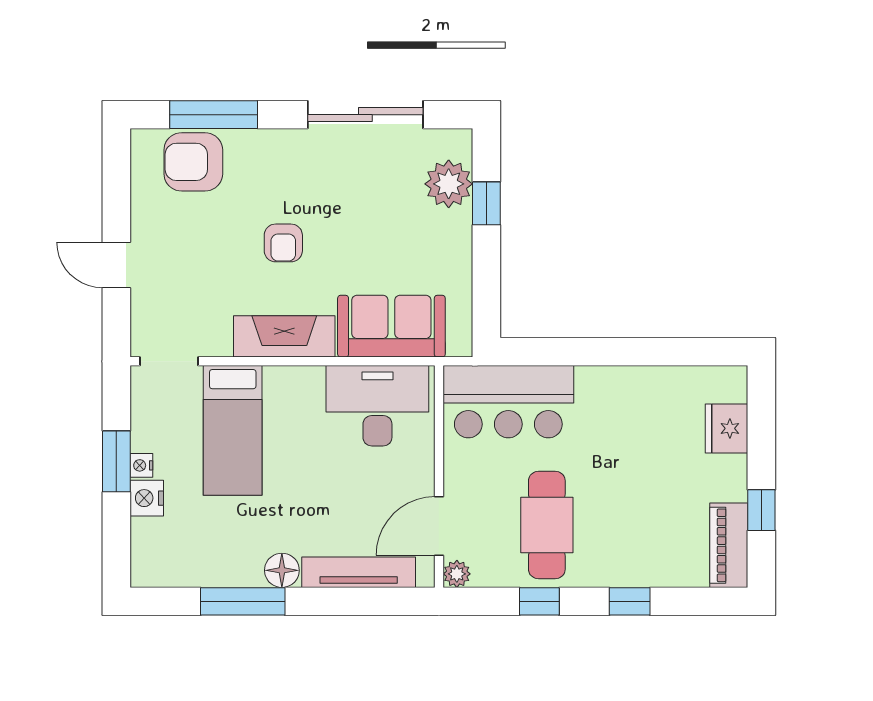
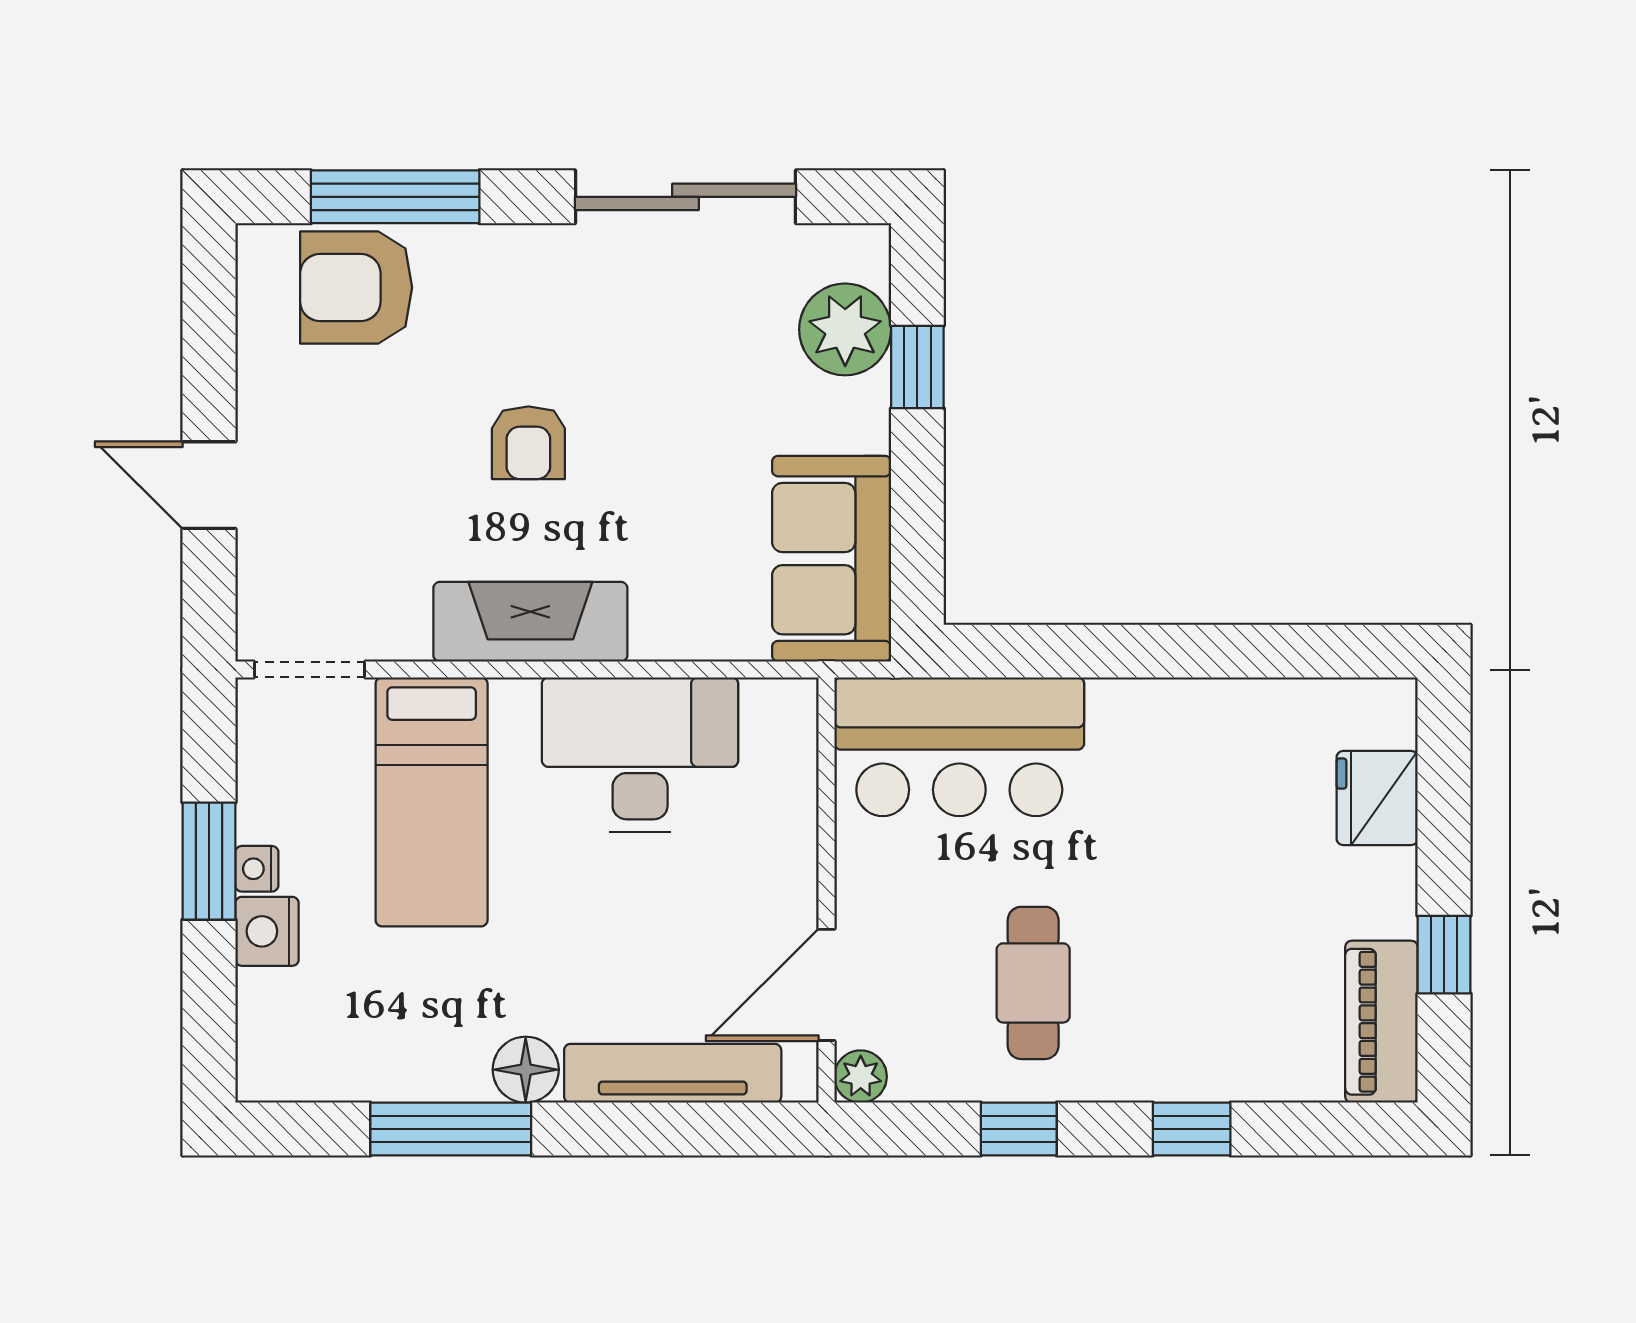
sofa: (391, 326) -> (832, 559), moved, turned -90
desk: (377, 406) -> (640, 755), moved
cafe table: (547, 525) -> (1033, 983), width x0.73, depth x0.74

